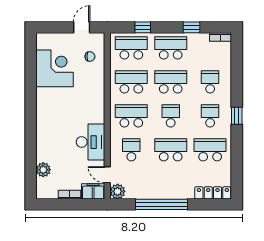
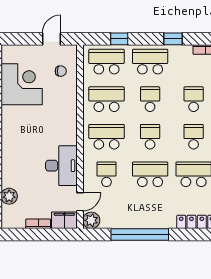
school desk: (171, 82) -> (150, 99), width x0.54
door: (107, 175) -> (80, 202), swing flipped

